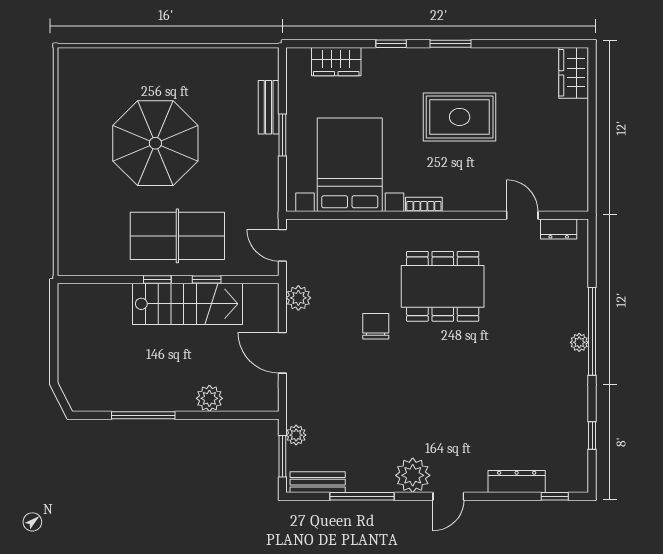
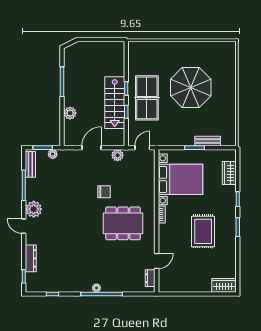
dining table: (443, 286) -> (123, 223), turned 90

